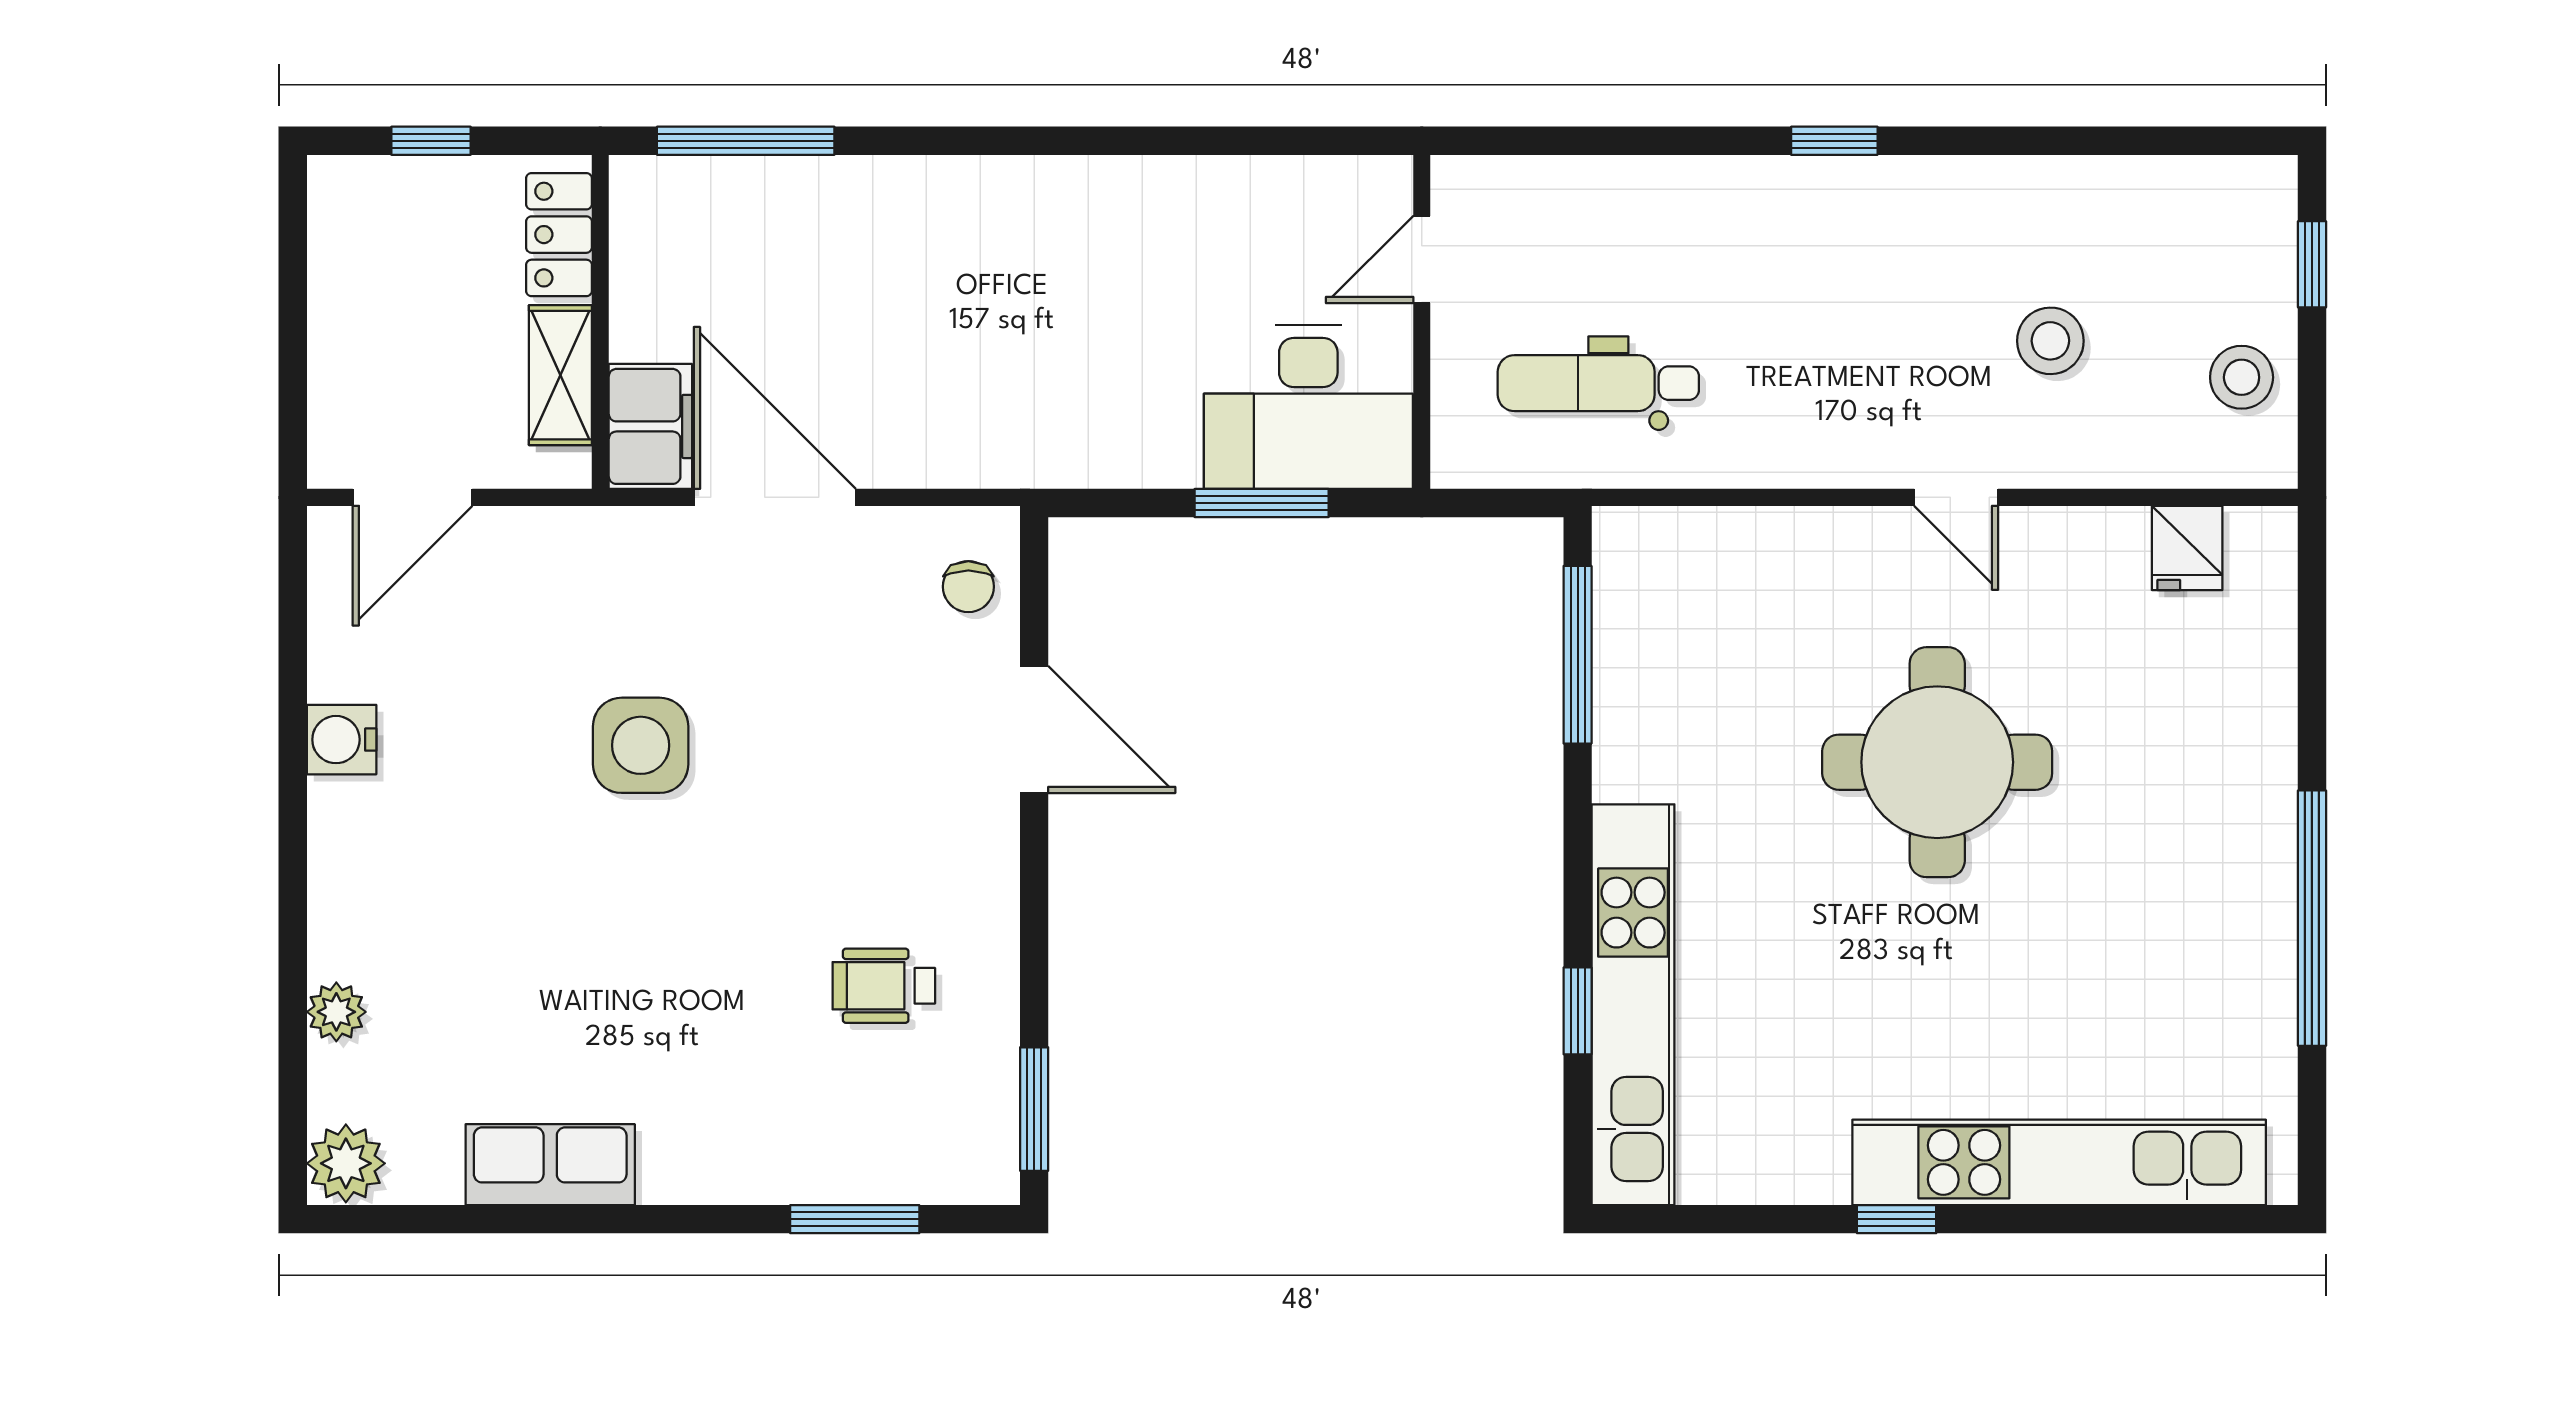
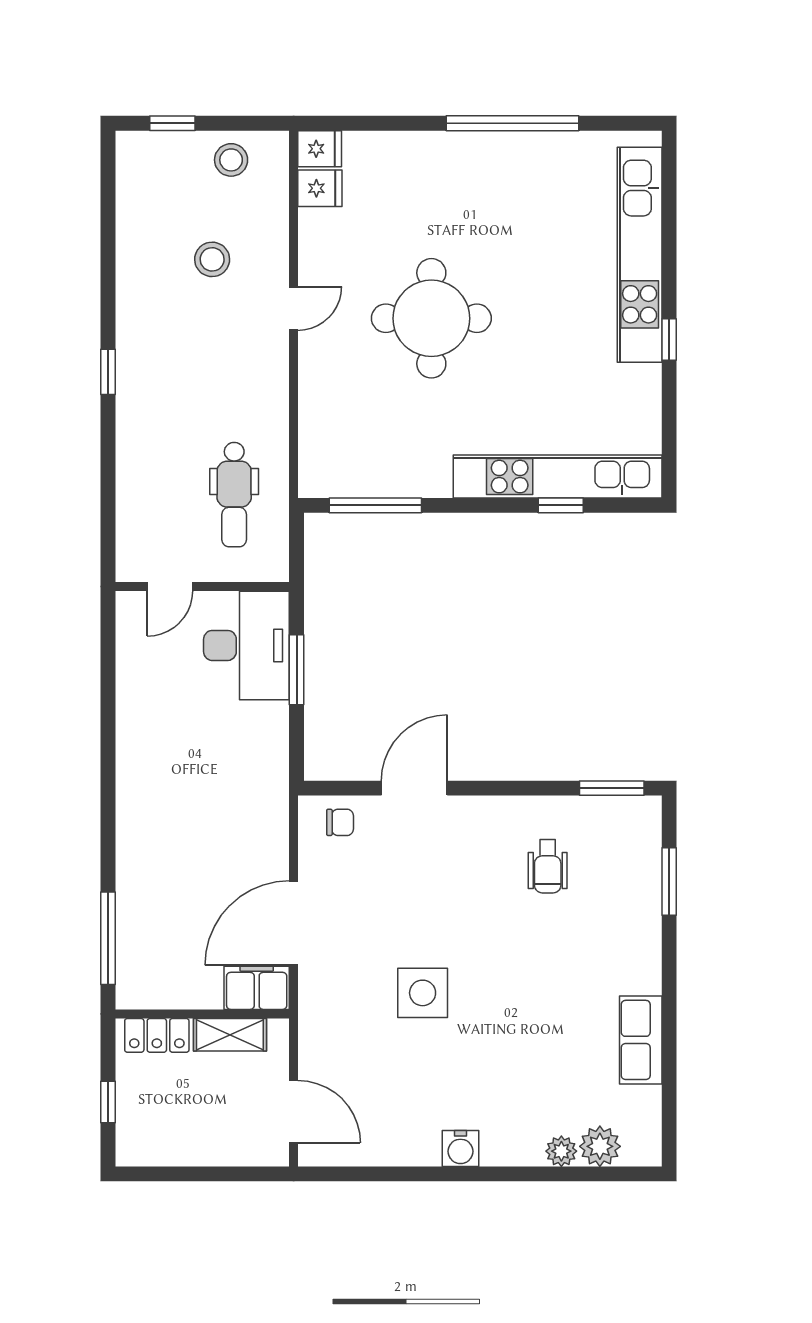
door: (1422, 259) -> (170, 586), hinge flipped
fridge: (2263, 547) -> (320, 149), added
water cooler: (342, 740) -> (461, 1149), moved
plant: (346, 1163) -> (600, 1146), moved

